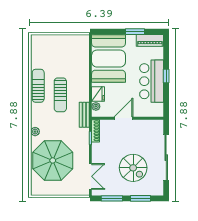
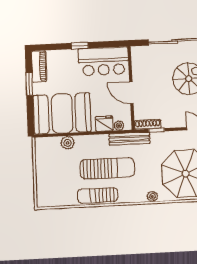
plant: (83, 62) -> (68, 143), added
bar counter: (152, 81) -> (103, 61), moved
sun lounger: (60, 95) -> (107, 168), width x1.36, depth x1.34
bench: (84, 115) -> (130, 139), width x1.36

